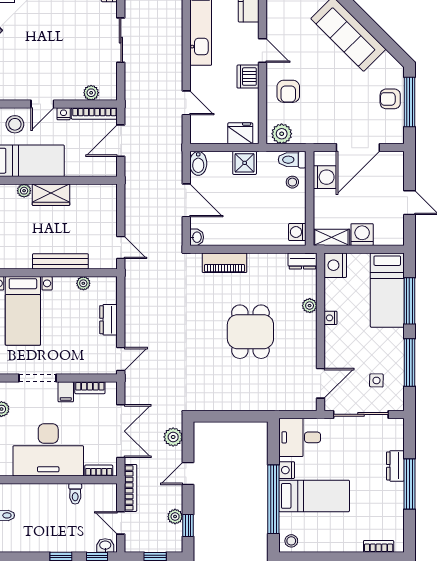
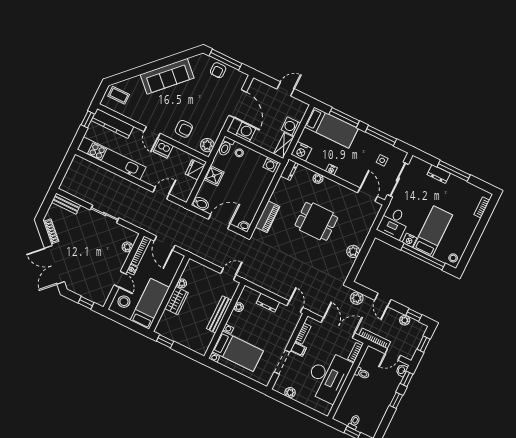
door: (262, 51) -> (152, 132), swing flipped
plant: (24, 191) -> (182, 283), moved
plant: (234, 401) -> (353, 251), added

